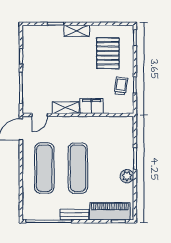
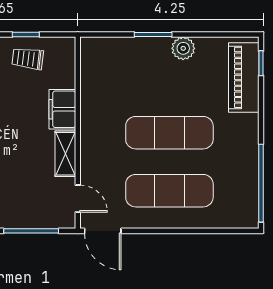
bench: (74, 215) -> (249, 139), removed

